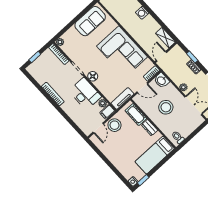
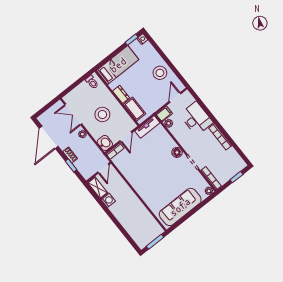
washing machine: (142, 13) -> (108, 200), moved
sofa: (90, 21) -> (180, 207), width x1.36
corner sofa: (122, 52) -> (144, 176), removed
door: (142, 88) -> (126, 137), swing flipped
desk: (85, 94) -> (196, 119), moved, turned 180
stool: (114, 125) -> (160, 73), moved

